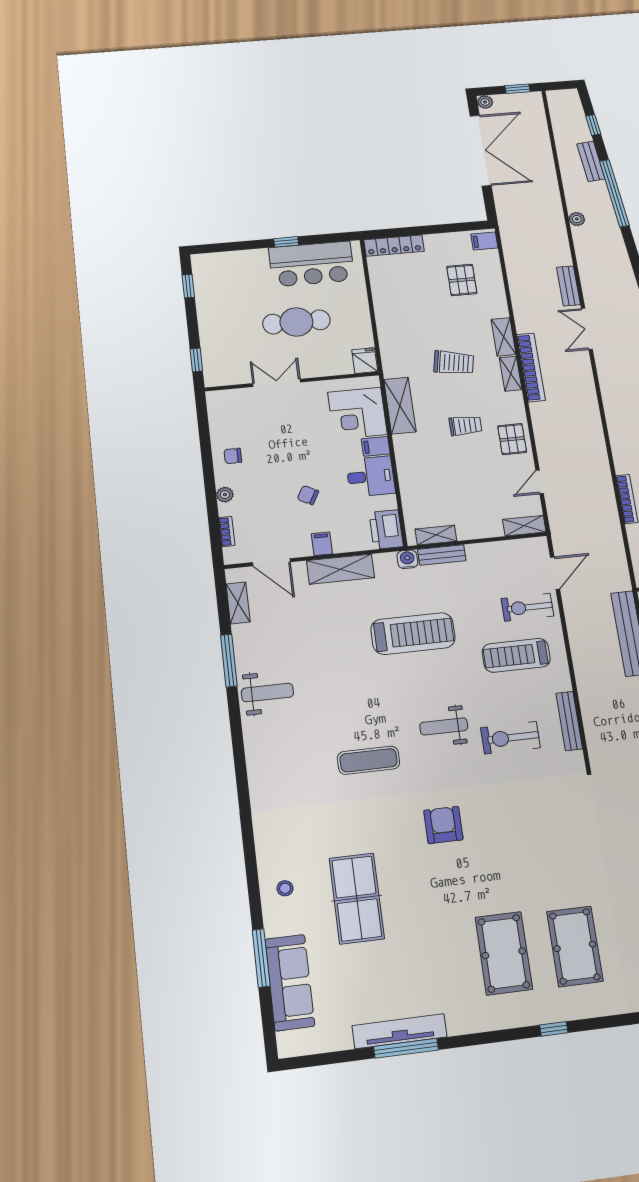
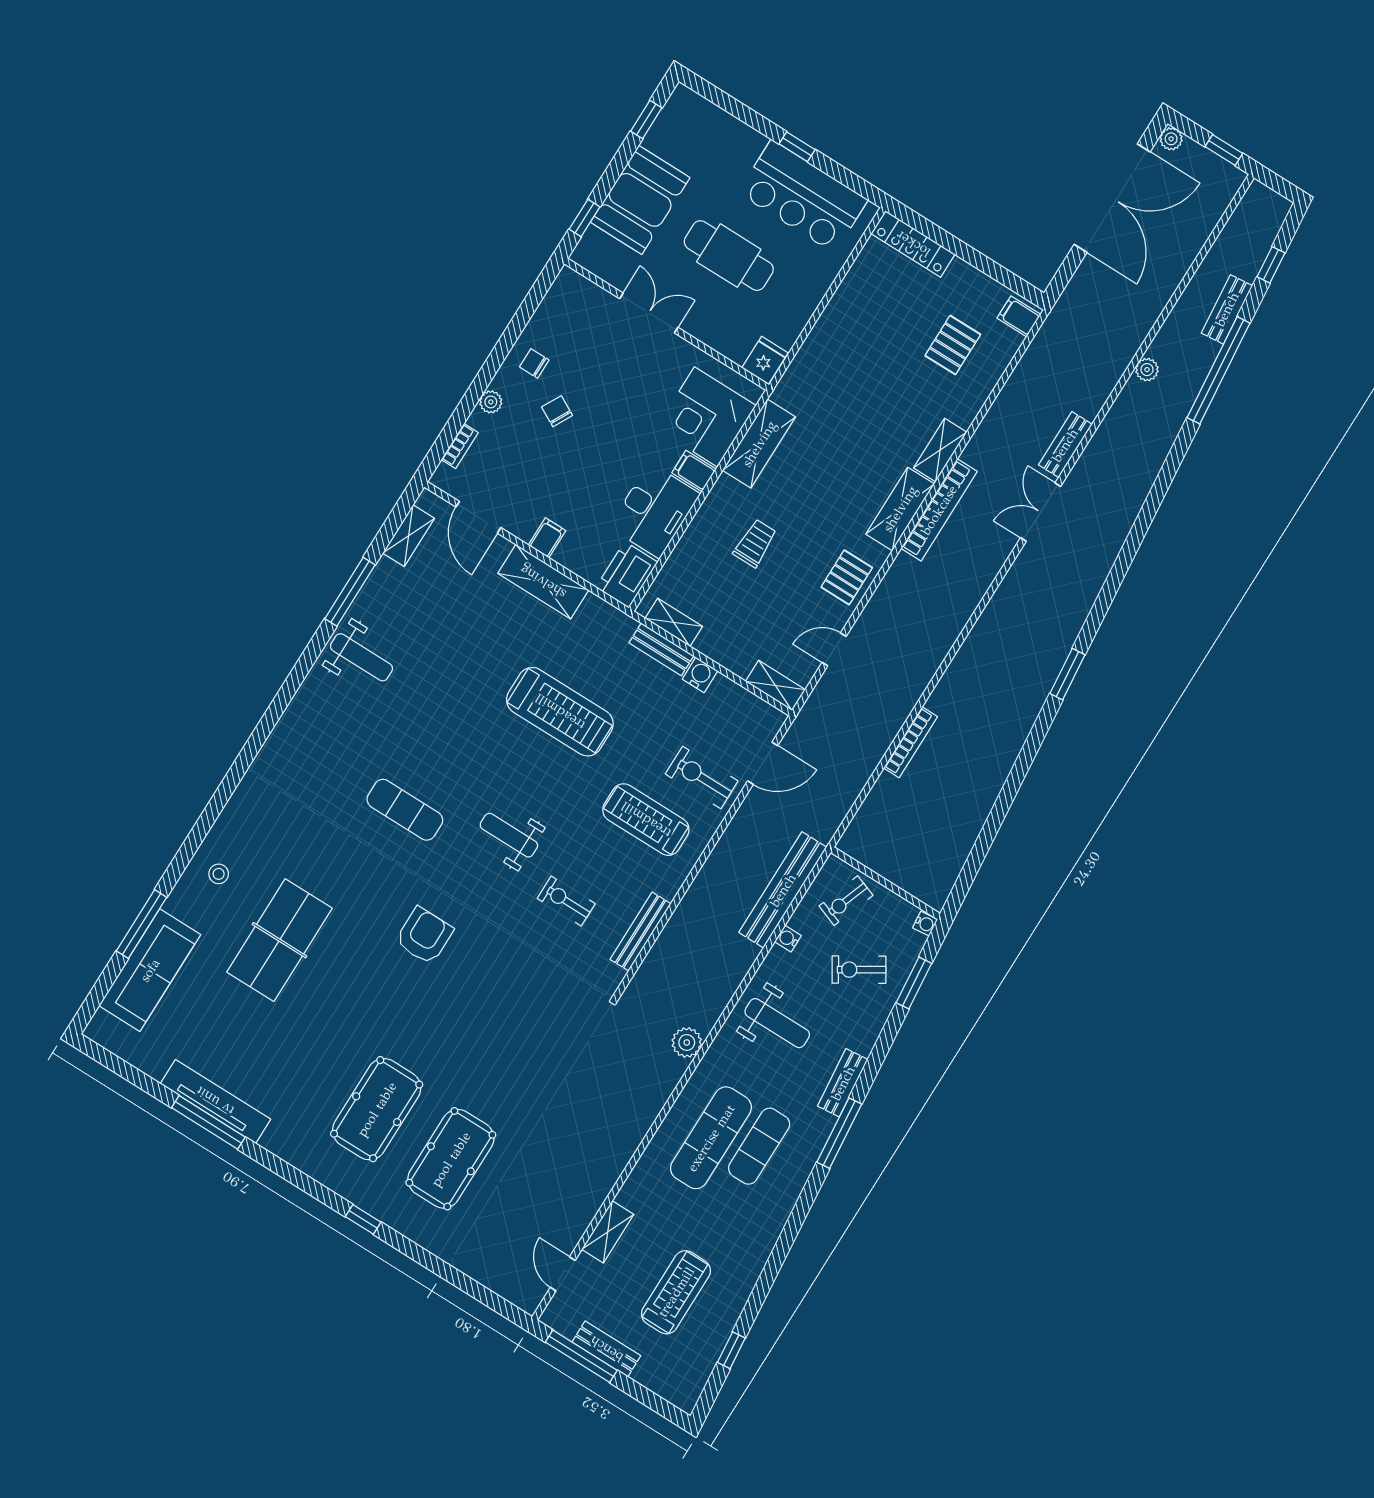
booth: (221, 329) -> (640, 200), added
trolley: (454, 363) -> (860, 438), removed
shelving: (511, 374) -> (900, 509), width x1.50, depth x1.33
trolley: (465, 426) -> (755, 543), moved, turned -90
desk: (371, 476) -> (654, 510), width x1.37
chair: (308, 495) -> (557, 411), moved
water cooler: (407, 559) -> (700, 675), moved
exercise bike: (510, 738) -> (566, 901), width x0.73, depth x0.72

